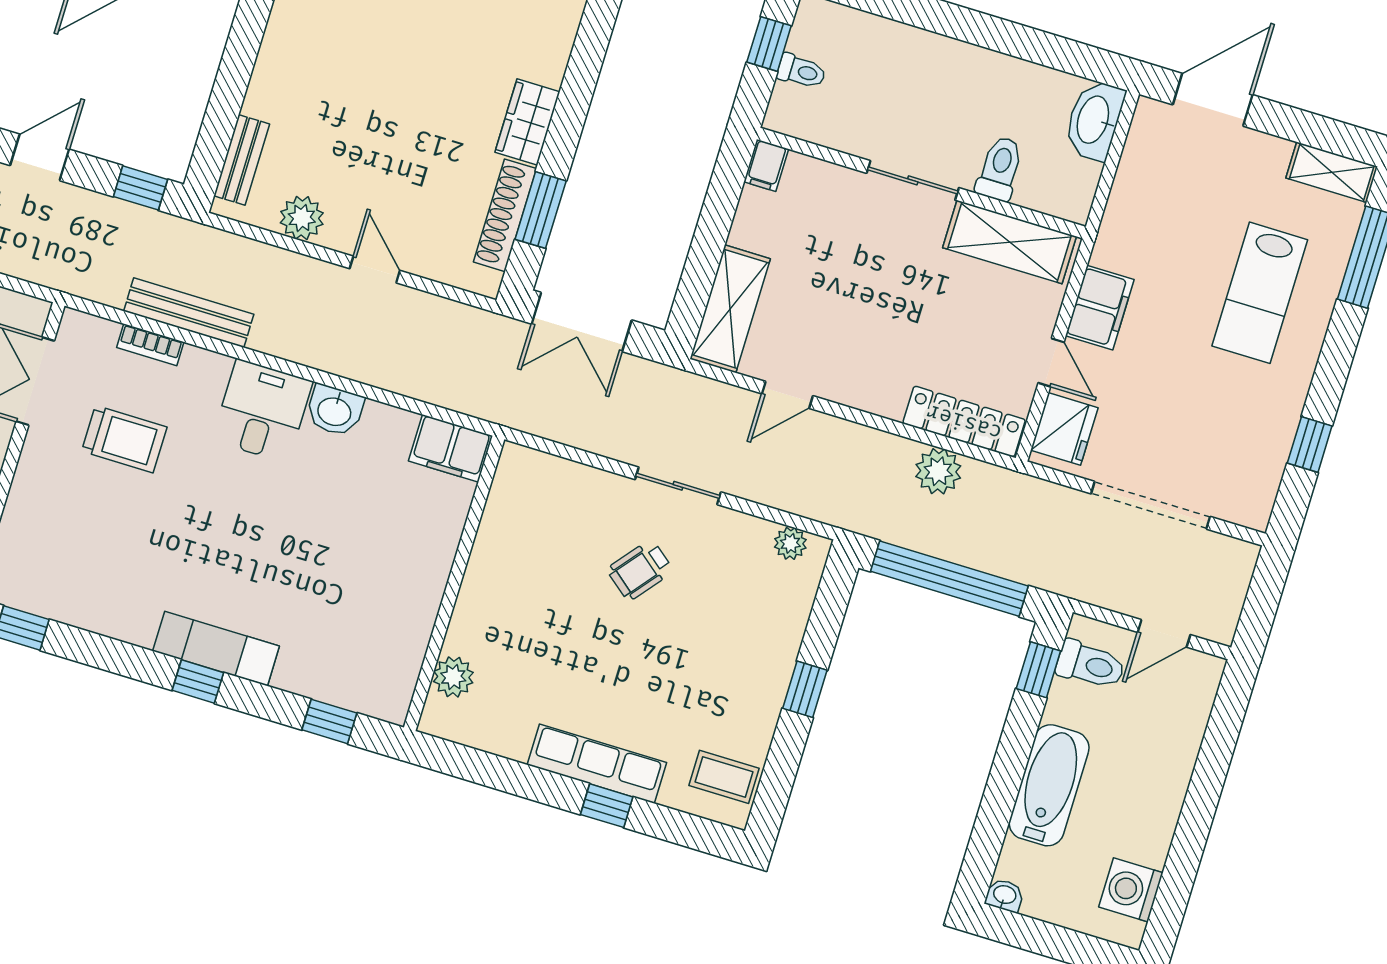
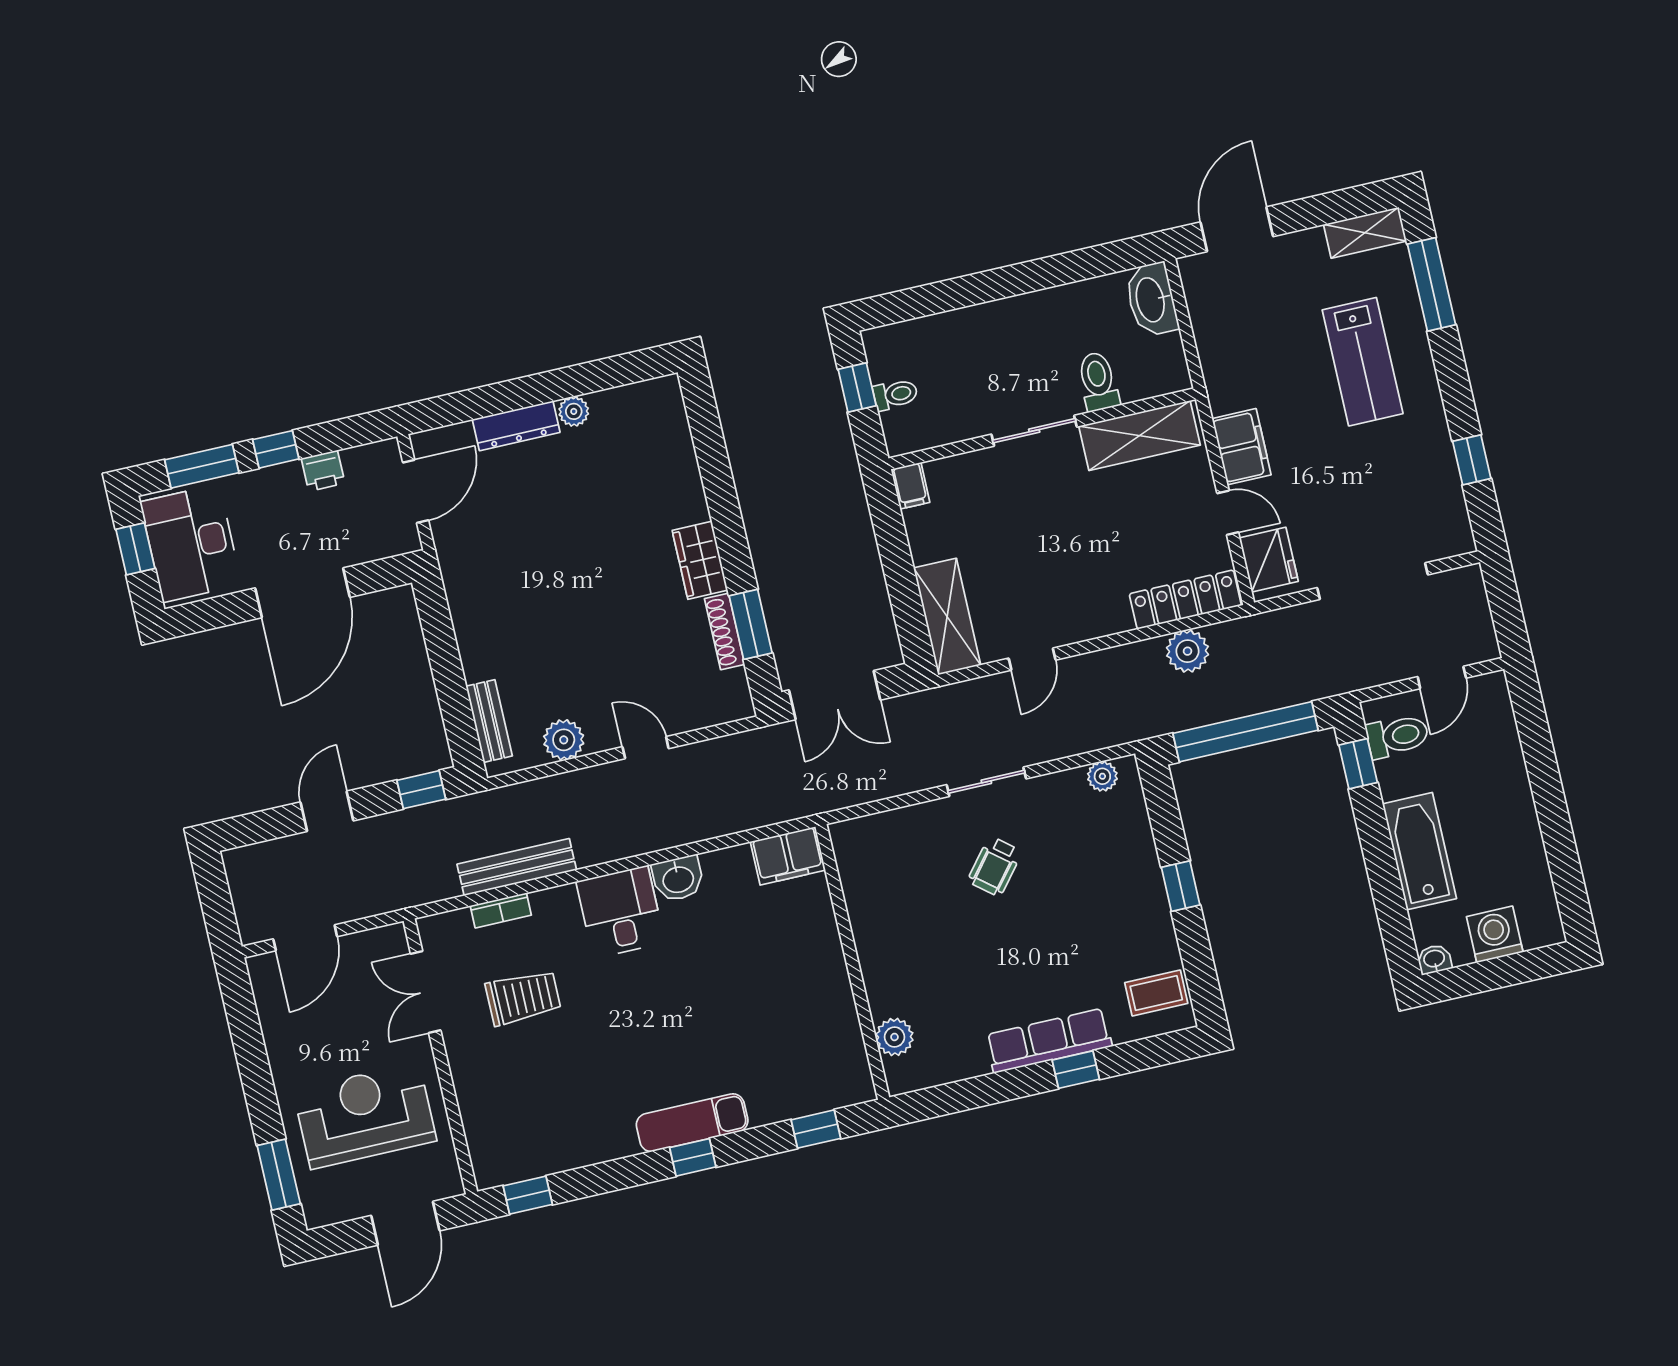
shoe rack: (505, 215) -> (725, 631), width x0.74, depth x0.81
washing machine: (1131, 890) -> (1495, 934), moved, turned 90

